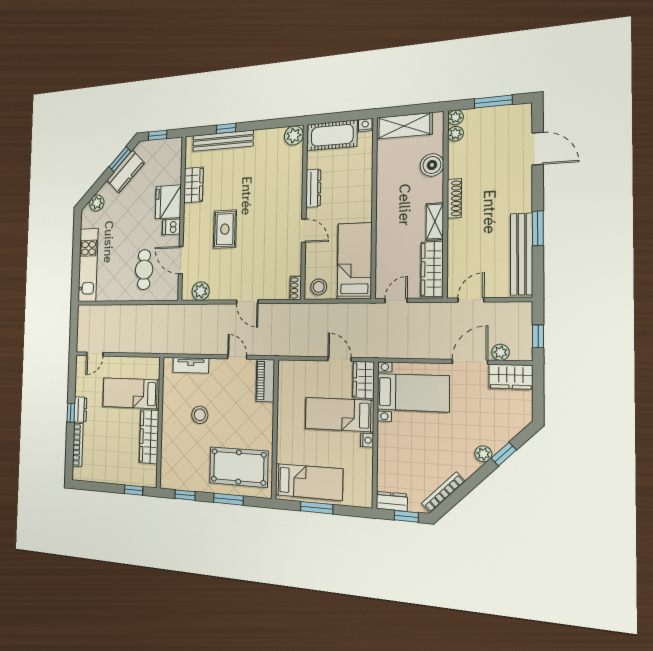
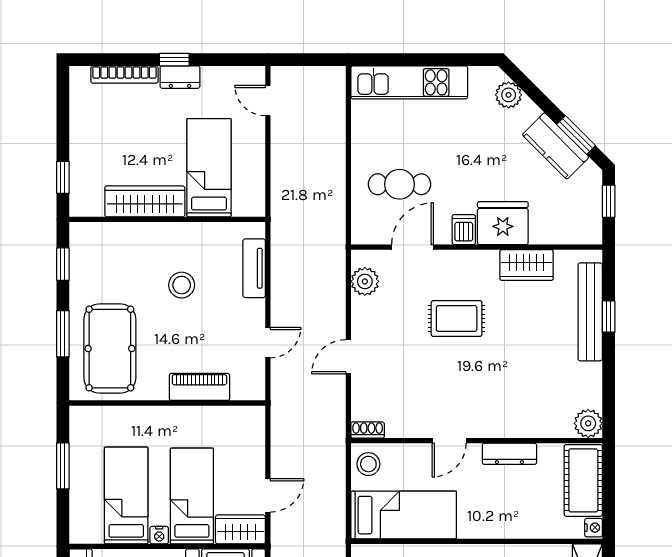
piano: (265, 381) -> (199, 387), moved
bed: (309, 482) -> (126, 496), moved, turned 180

